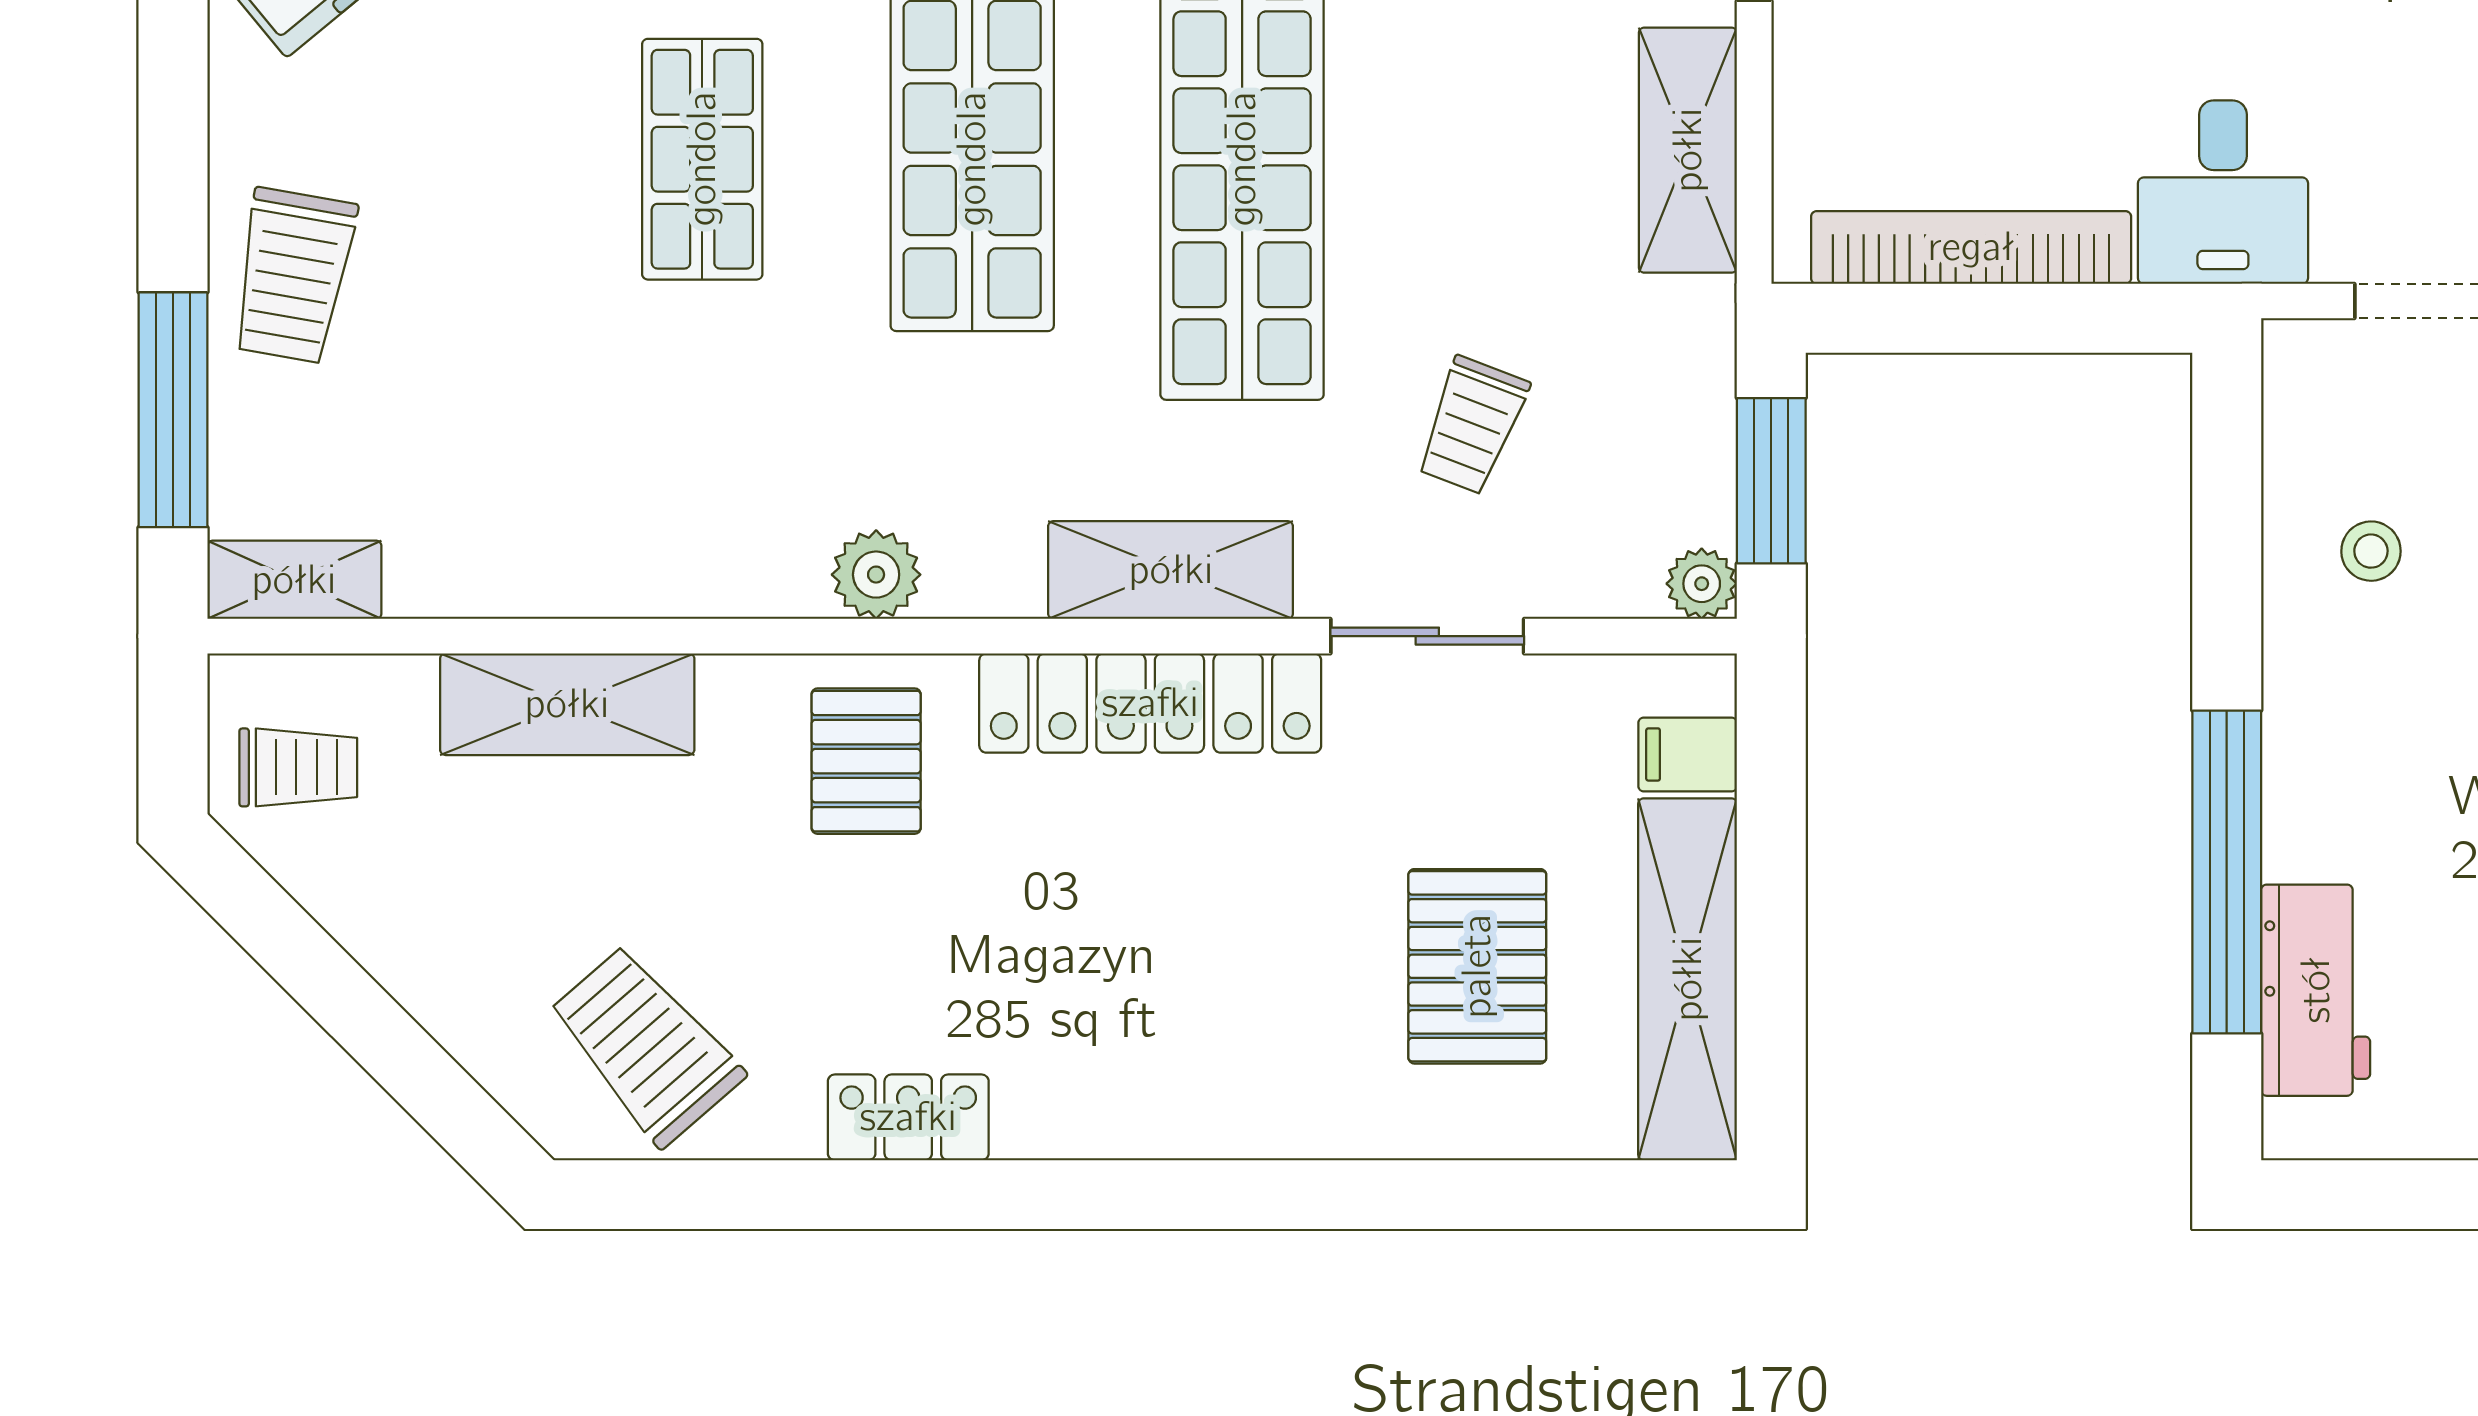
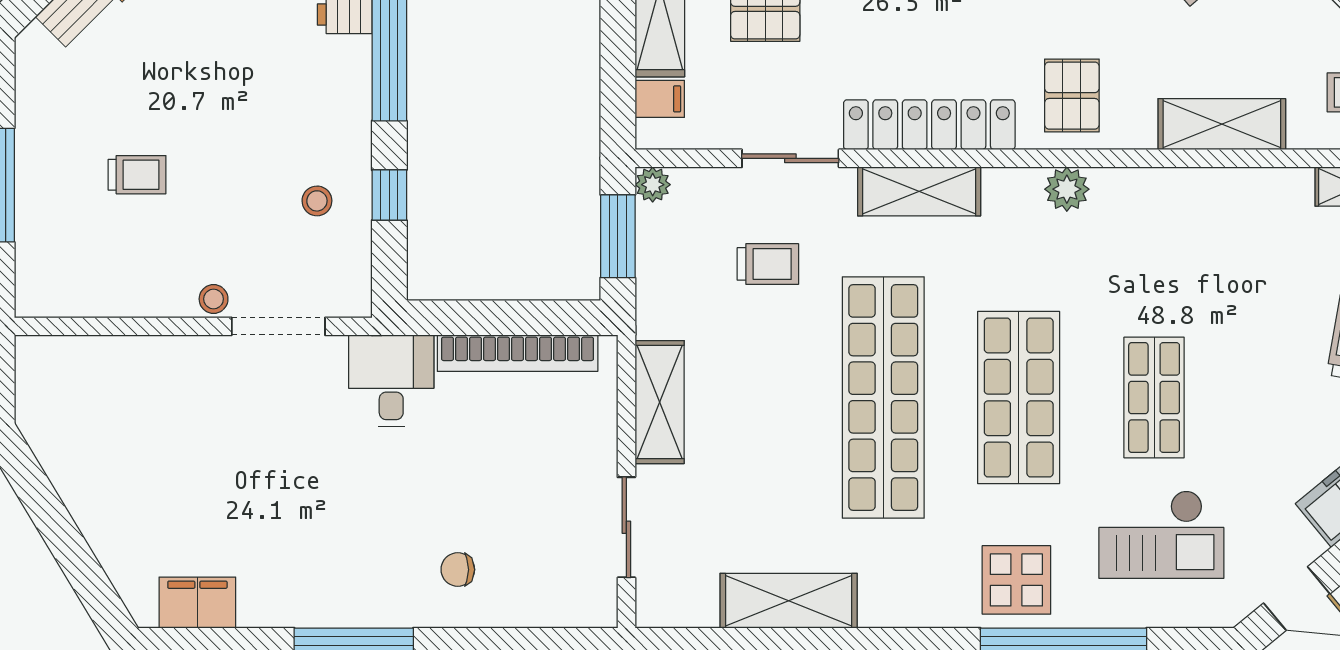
trolley: (1472, 425) -> (768, 264), turned 69
window: (2227, 563) -> (389, 195), added

